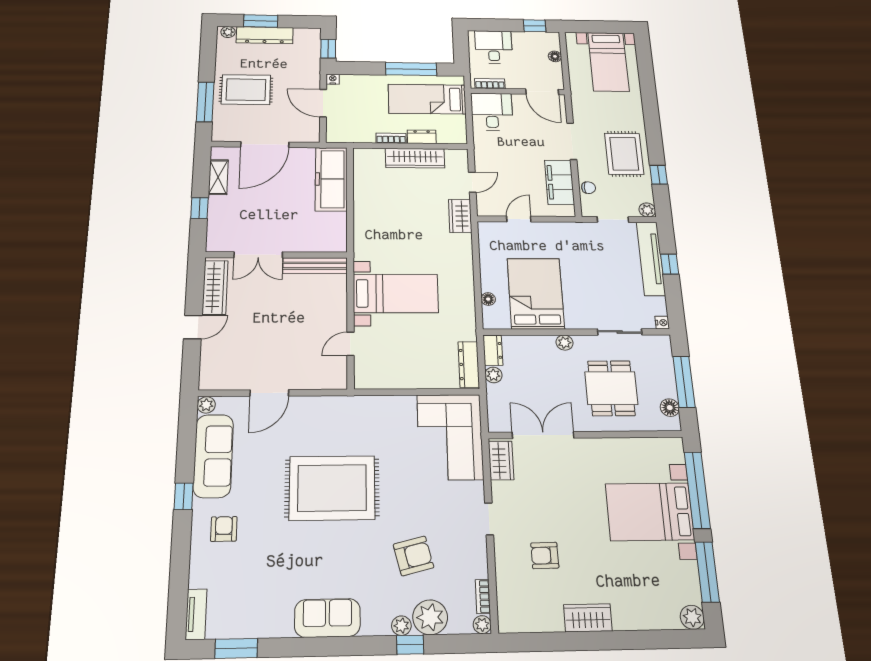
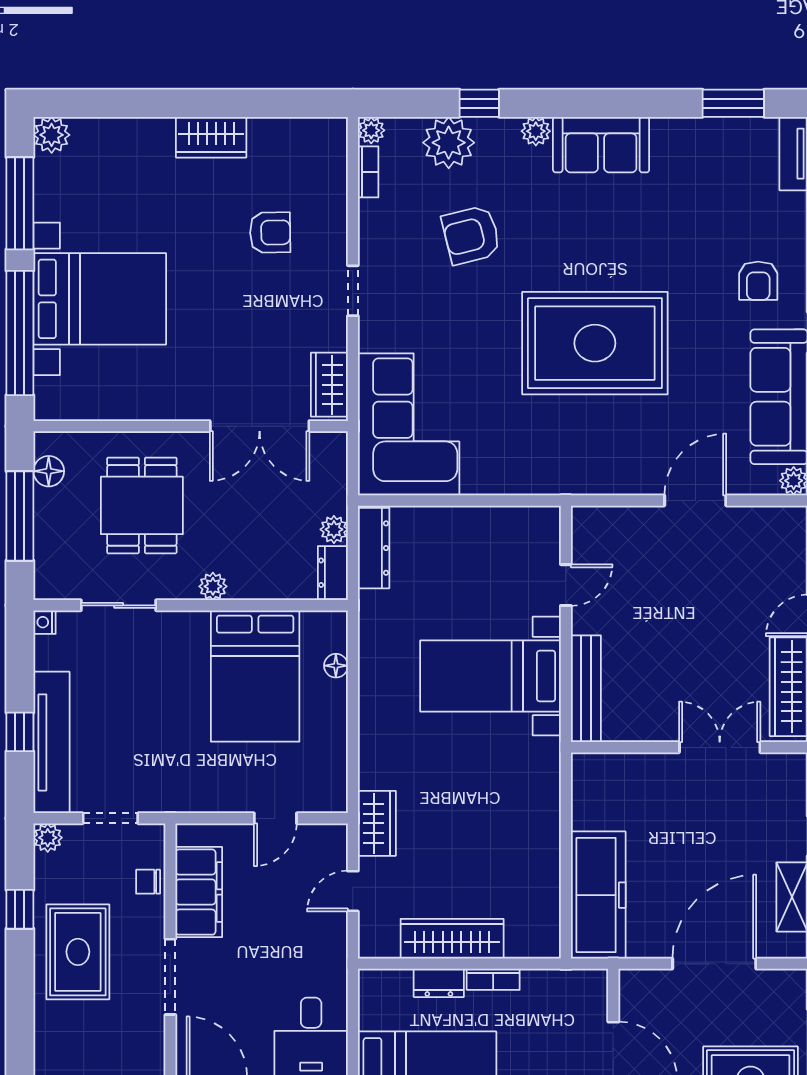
bench: (315, 266) -> (586, 689), moved, turned 90
plant: (401, 626) -> (536, 131), moved

